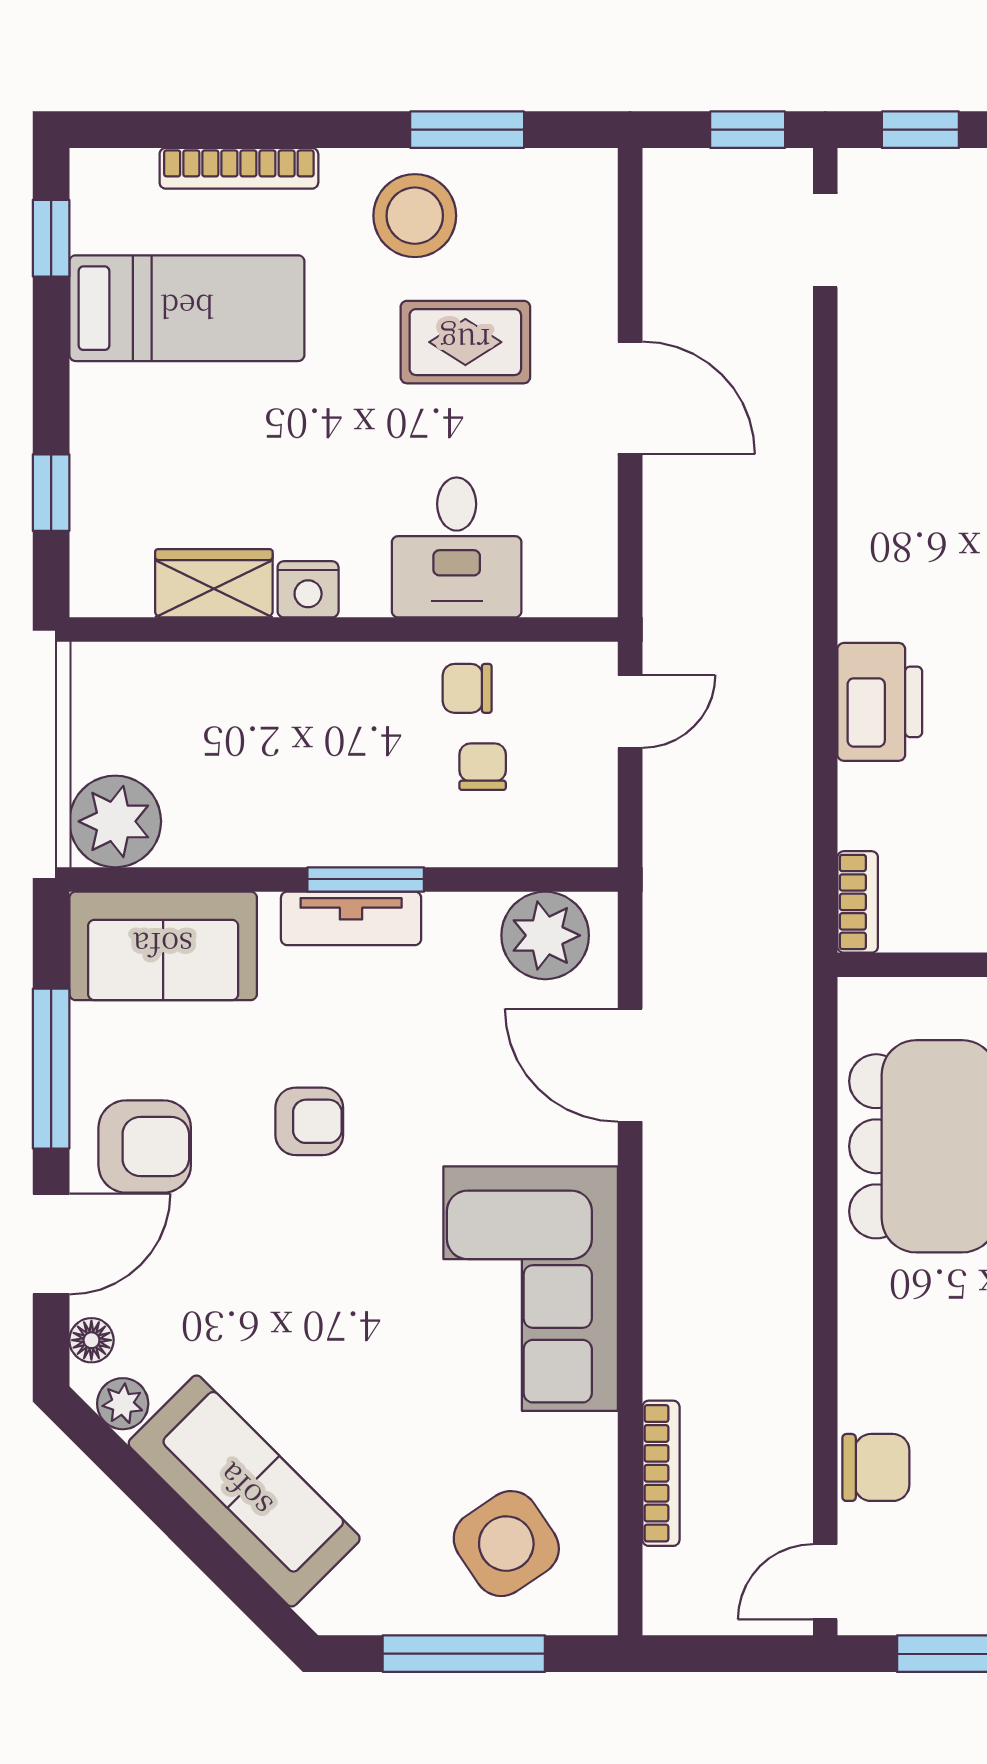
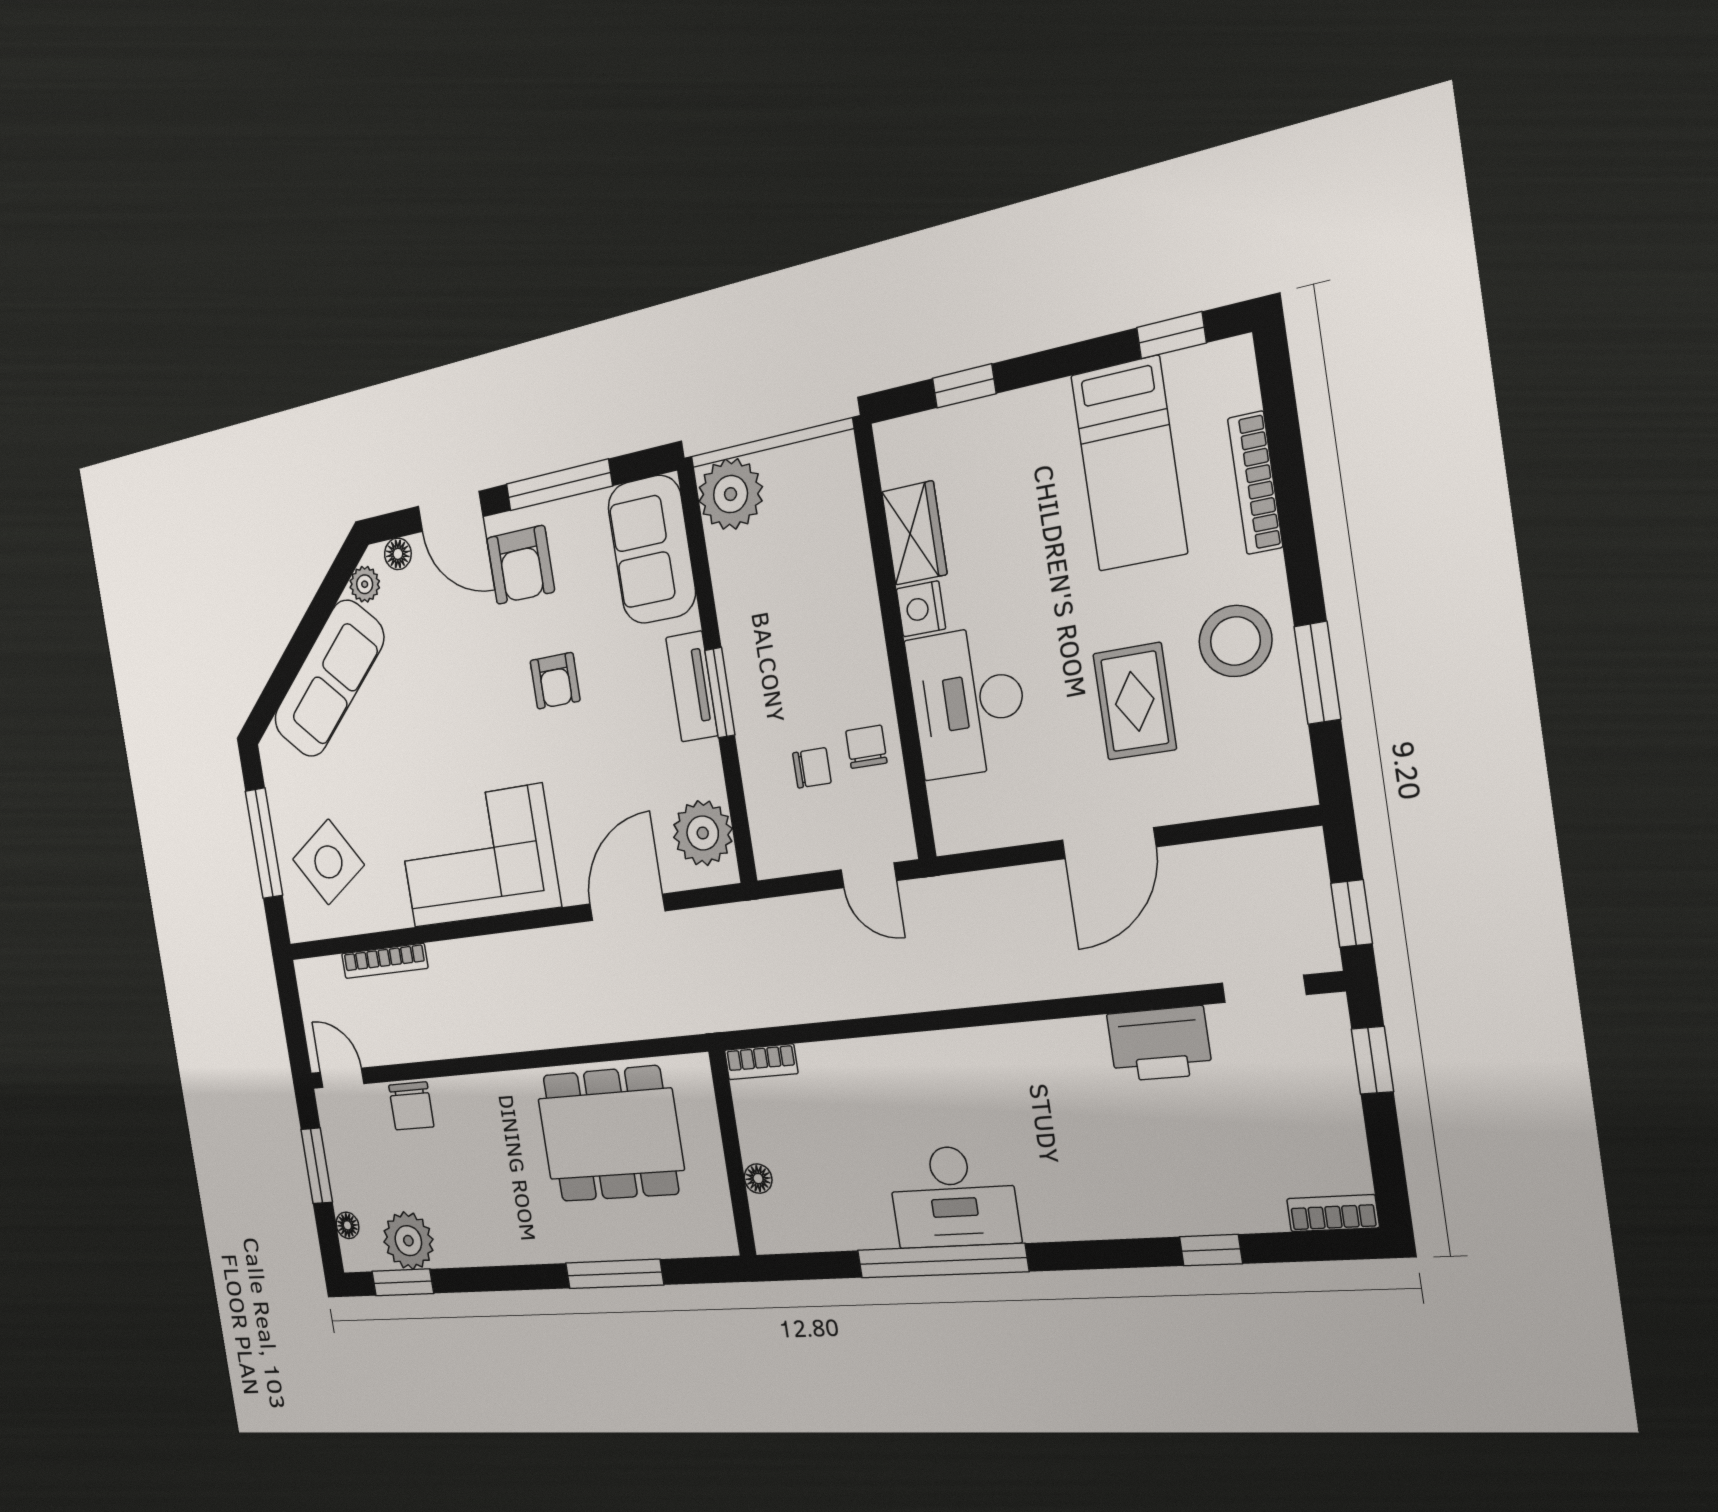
desk: (457, 547) -> (968, 702), width x1.37
printer: (880, 702) -> (1159, 1044), moved

